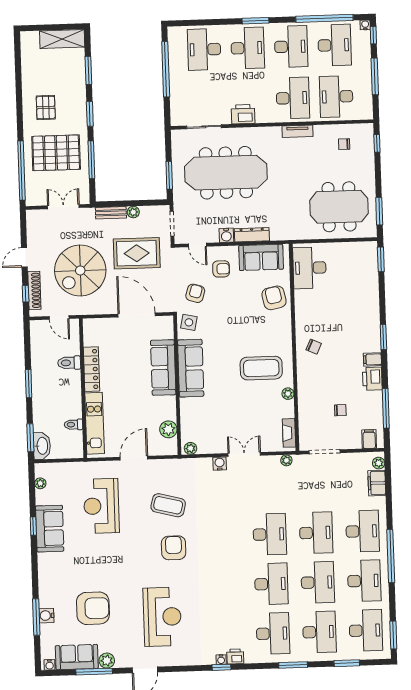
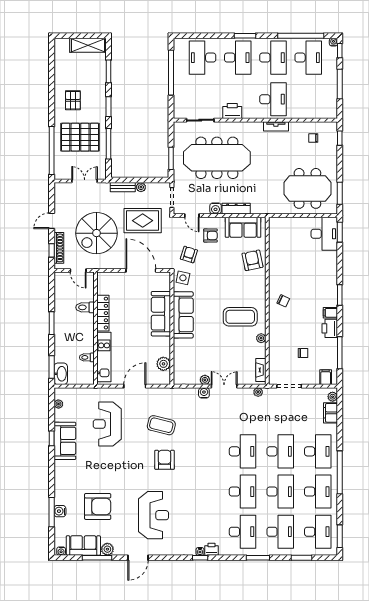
desk: (336, 97) -> (308, 99), removed
desk: (309, 268) -> (324, 234), moved, turned 180
plant: (191, 448) -> (205, 380), moved

